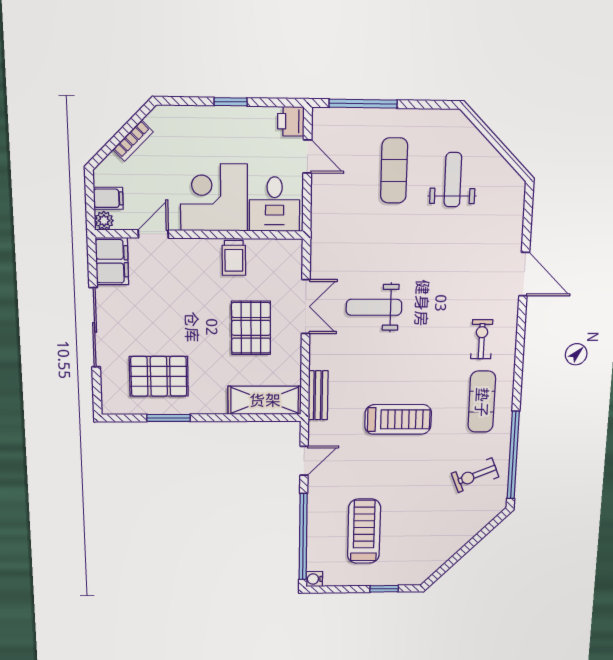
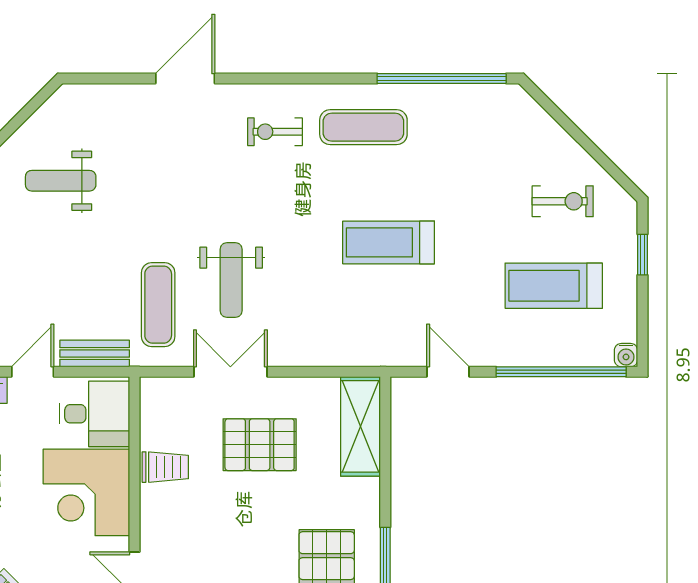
exercise mat: (394, 171) -> (158, 305), moved, turned 90
bench: (318, 395) -> (95, 353), moved
treadmill: (398, 419) -> (389, 242), turned -90
exercise bike: (475, 475) -> (563, 201), moved, turned -68

